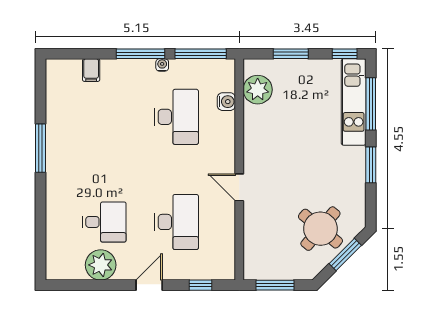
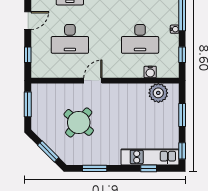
window: (201, 54) -> (182, 55), width x0.46
window: (371, 104) -> (149, 168), width x0.46
window: (371, 165) -> (95, 168), moved
round table: (320, 229) -> (79, 122), moved
door: (149, 285) -> (28, 20), hinge flipped

